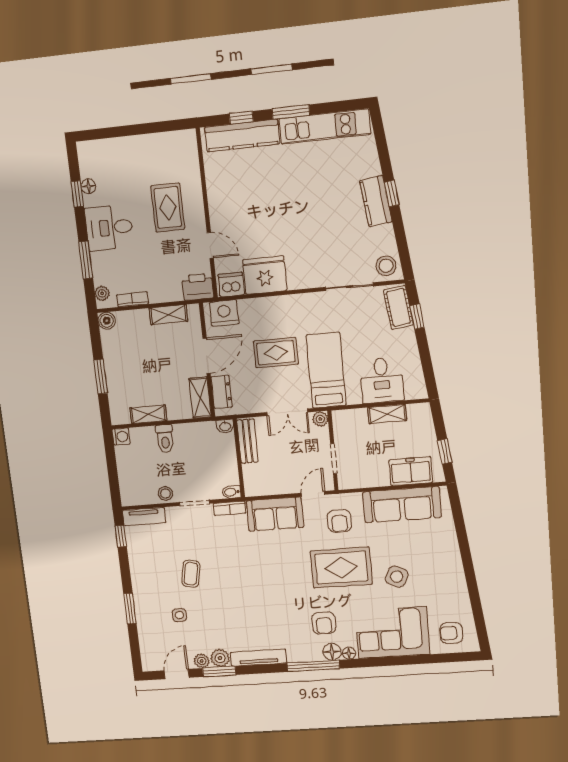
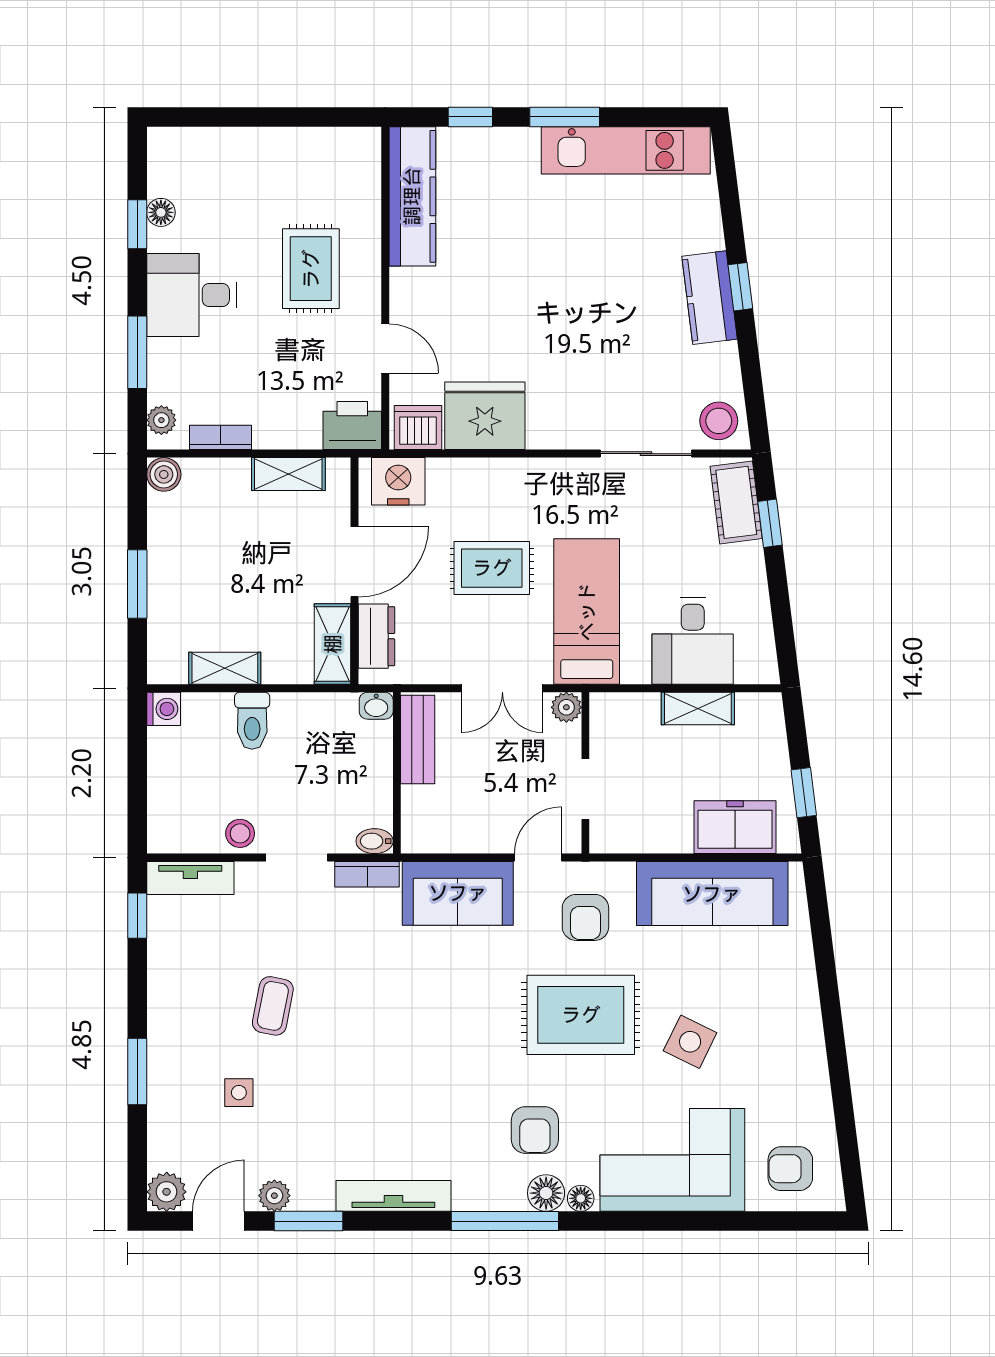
kitchen counter: (242, 136) -> (412, 196), moved, turned -90
plant: (220, 658) -> (167, 1192), moved

